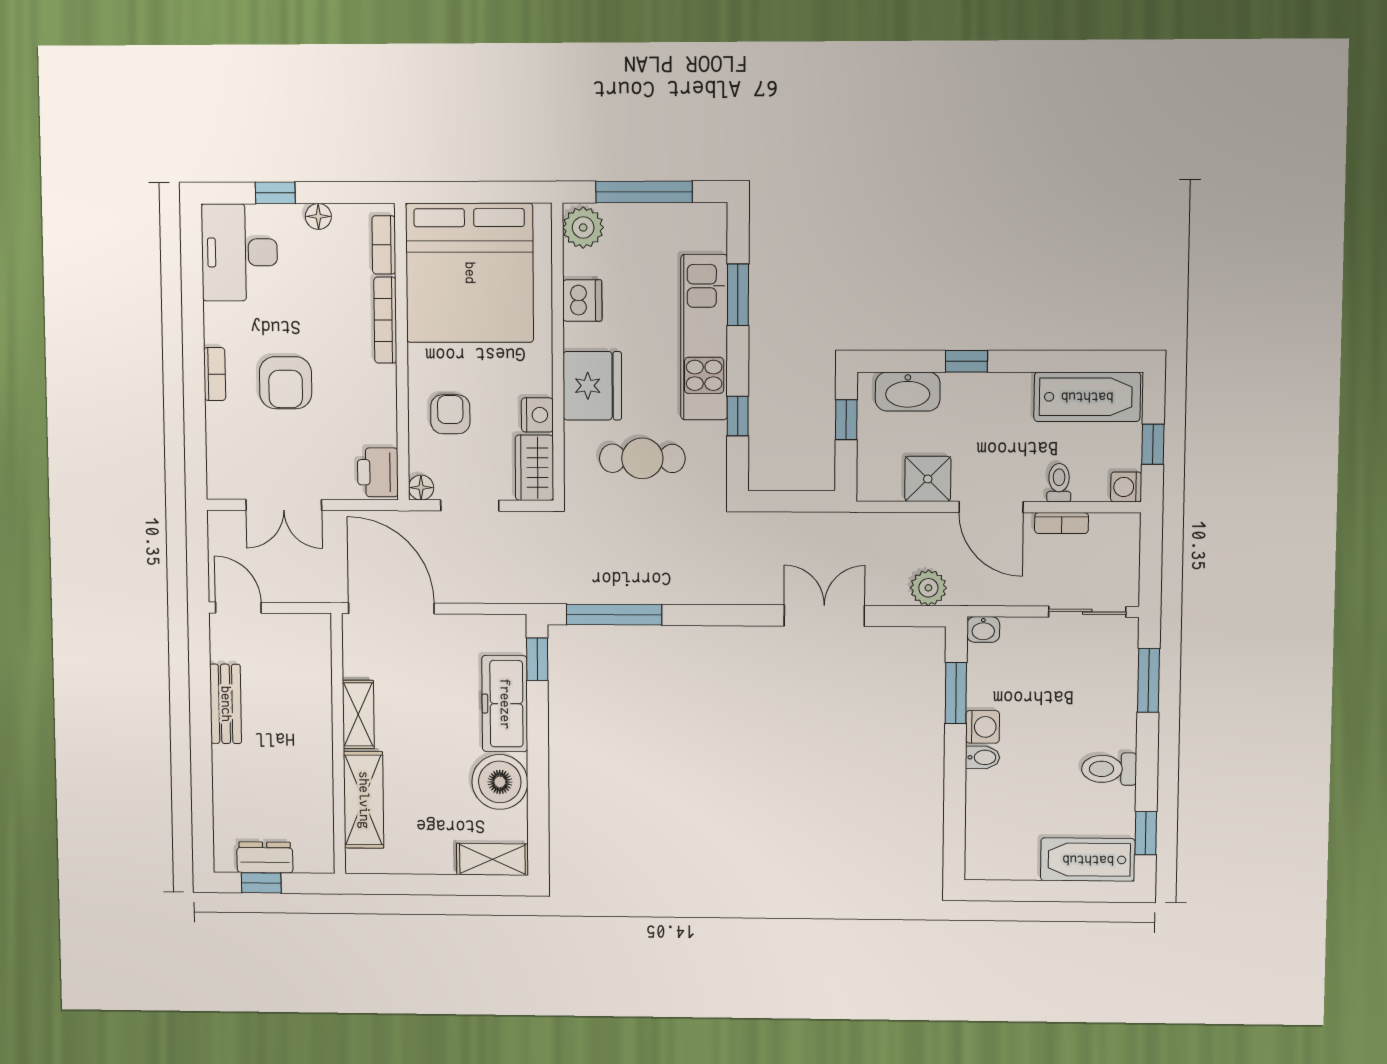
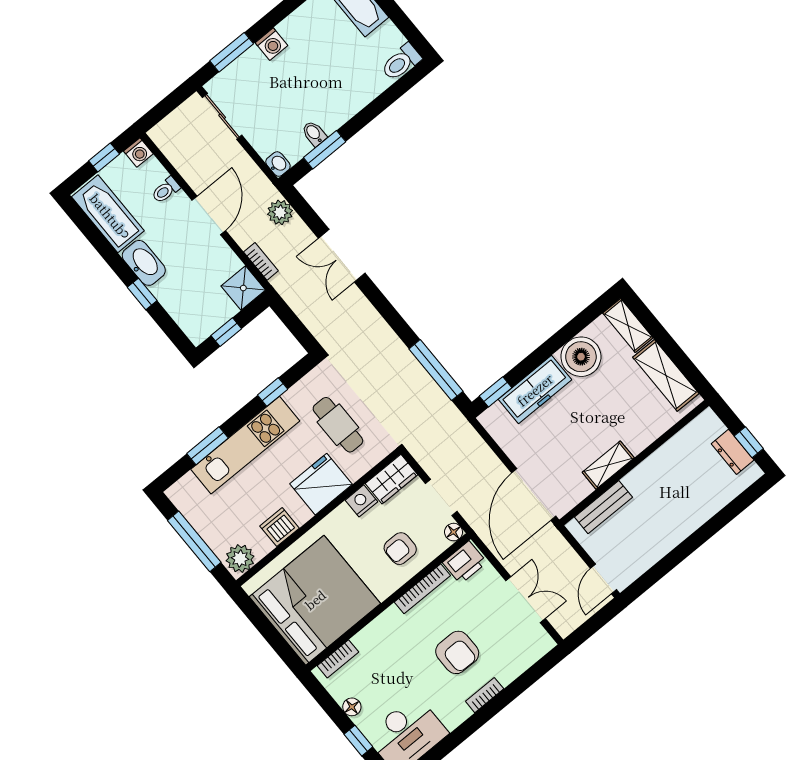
bookcase: (385, 320) -> (422, 589), moved
armchair: (286, 383) -> (457, 652), turned 90
washbasin: (908, 392) -> (144, 263), moved
shower: (928, 479) -> (243, 288), moved
bookcase: (1061, 523) -> (261, 261), moved
bench: (226, 704) -> (603, 507), moved
washing machine: (983, 727) -> (271, 44), moved, turned 180
bidet: (983, 757) -> (314, 133), moved
toilet: (1109, 769) -> (401, 62), moved, turned 90
shelving: (364, 800) -> (666, 375), moved, turned 90

